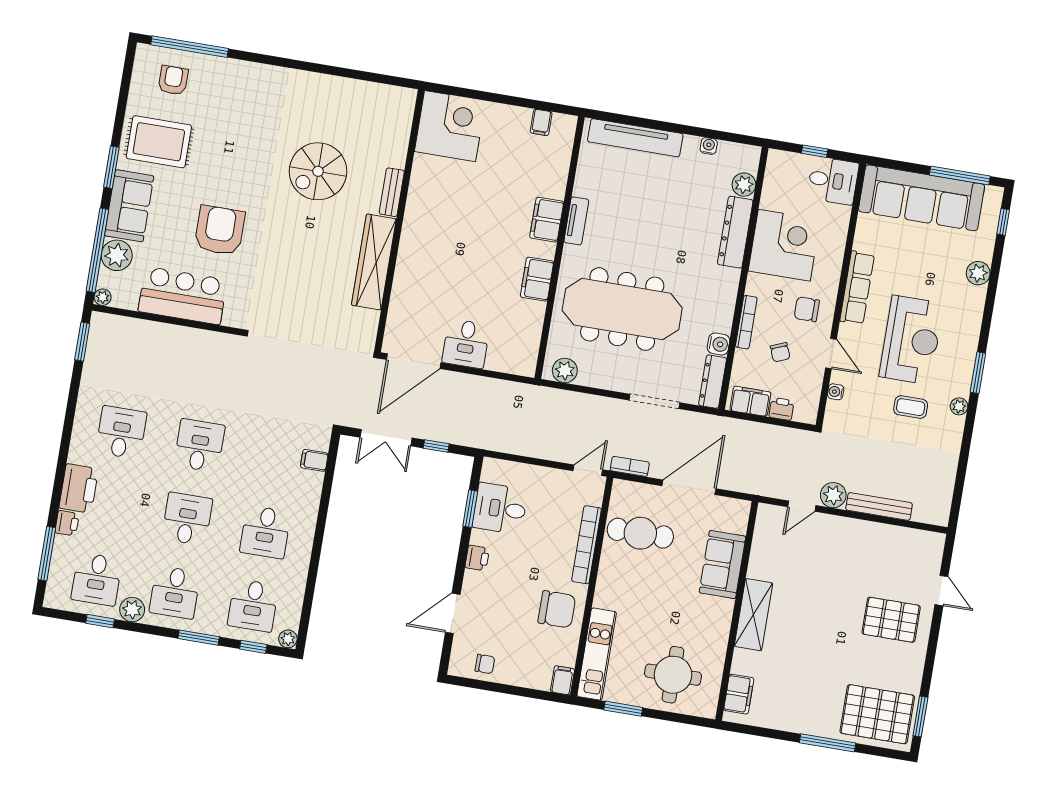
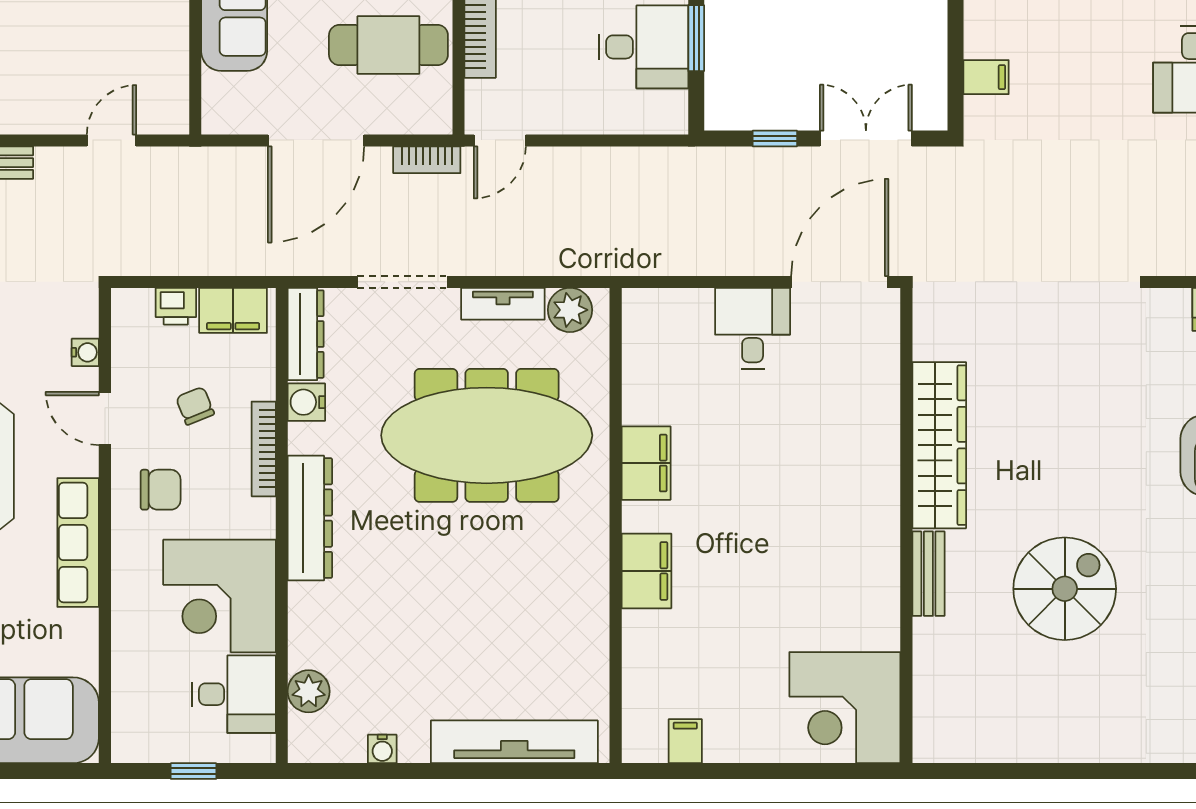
desk: (833, 181) -> (234, 694), moved, turned 180
tv unit: (576, 221) -> (503, 304), moved, turned -90
dresser: (735, 232) -> (310, 518), moved
plant: (833, 495) -> (59, 169), removed

